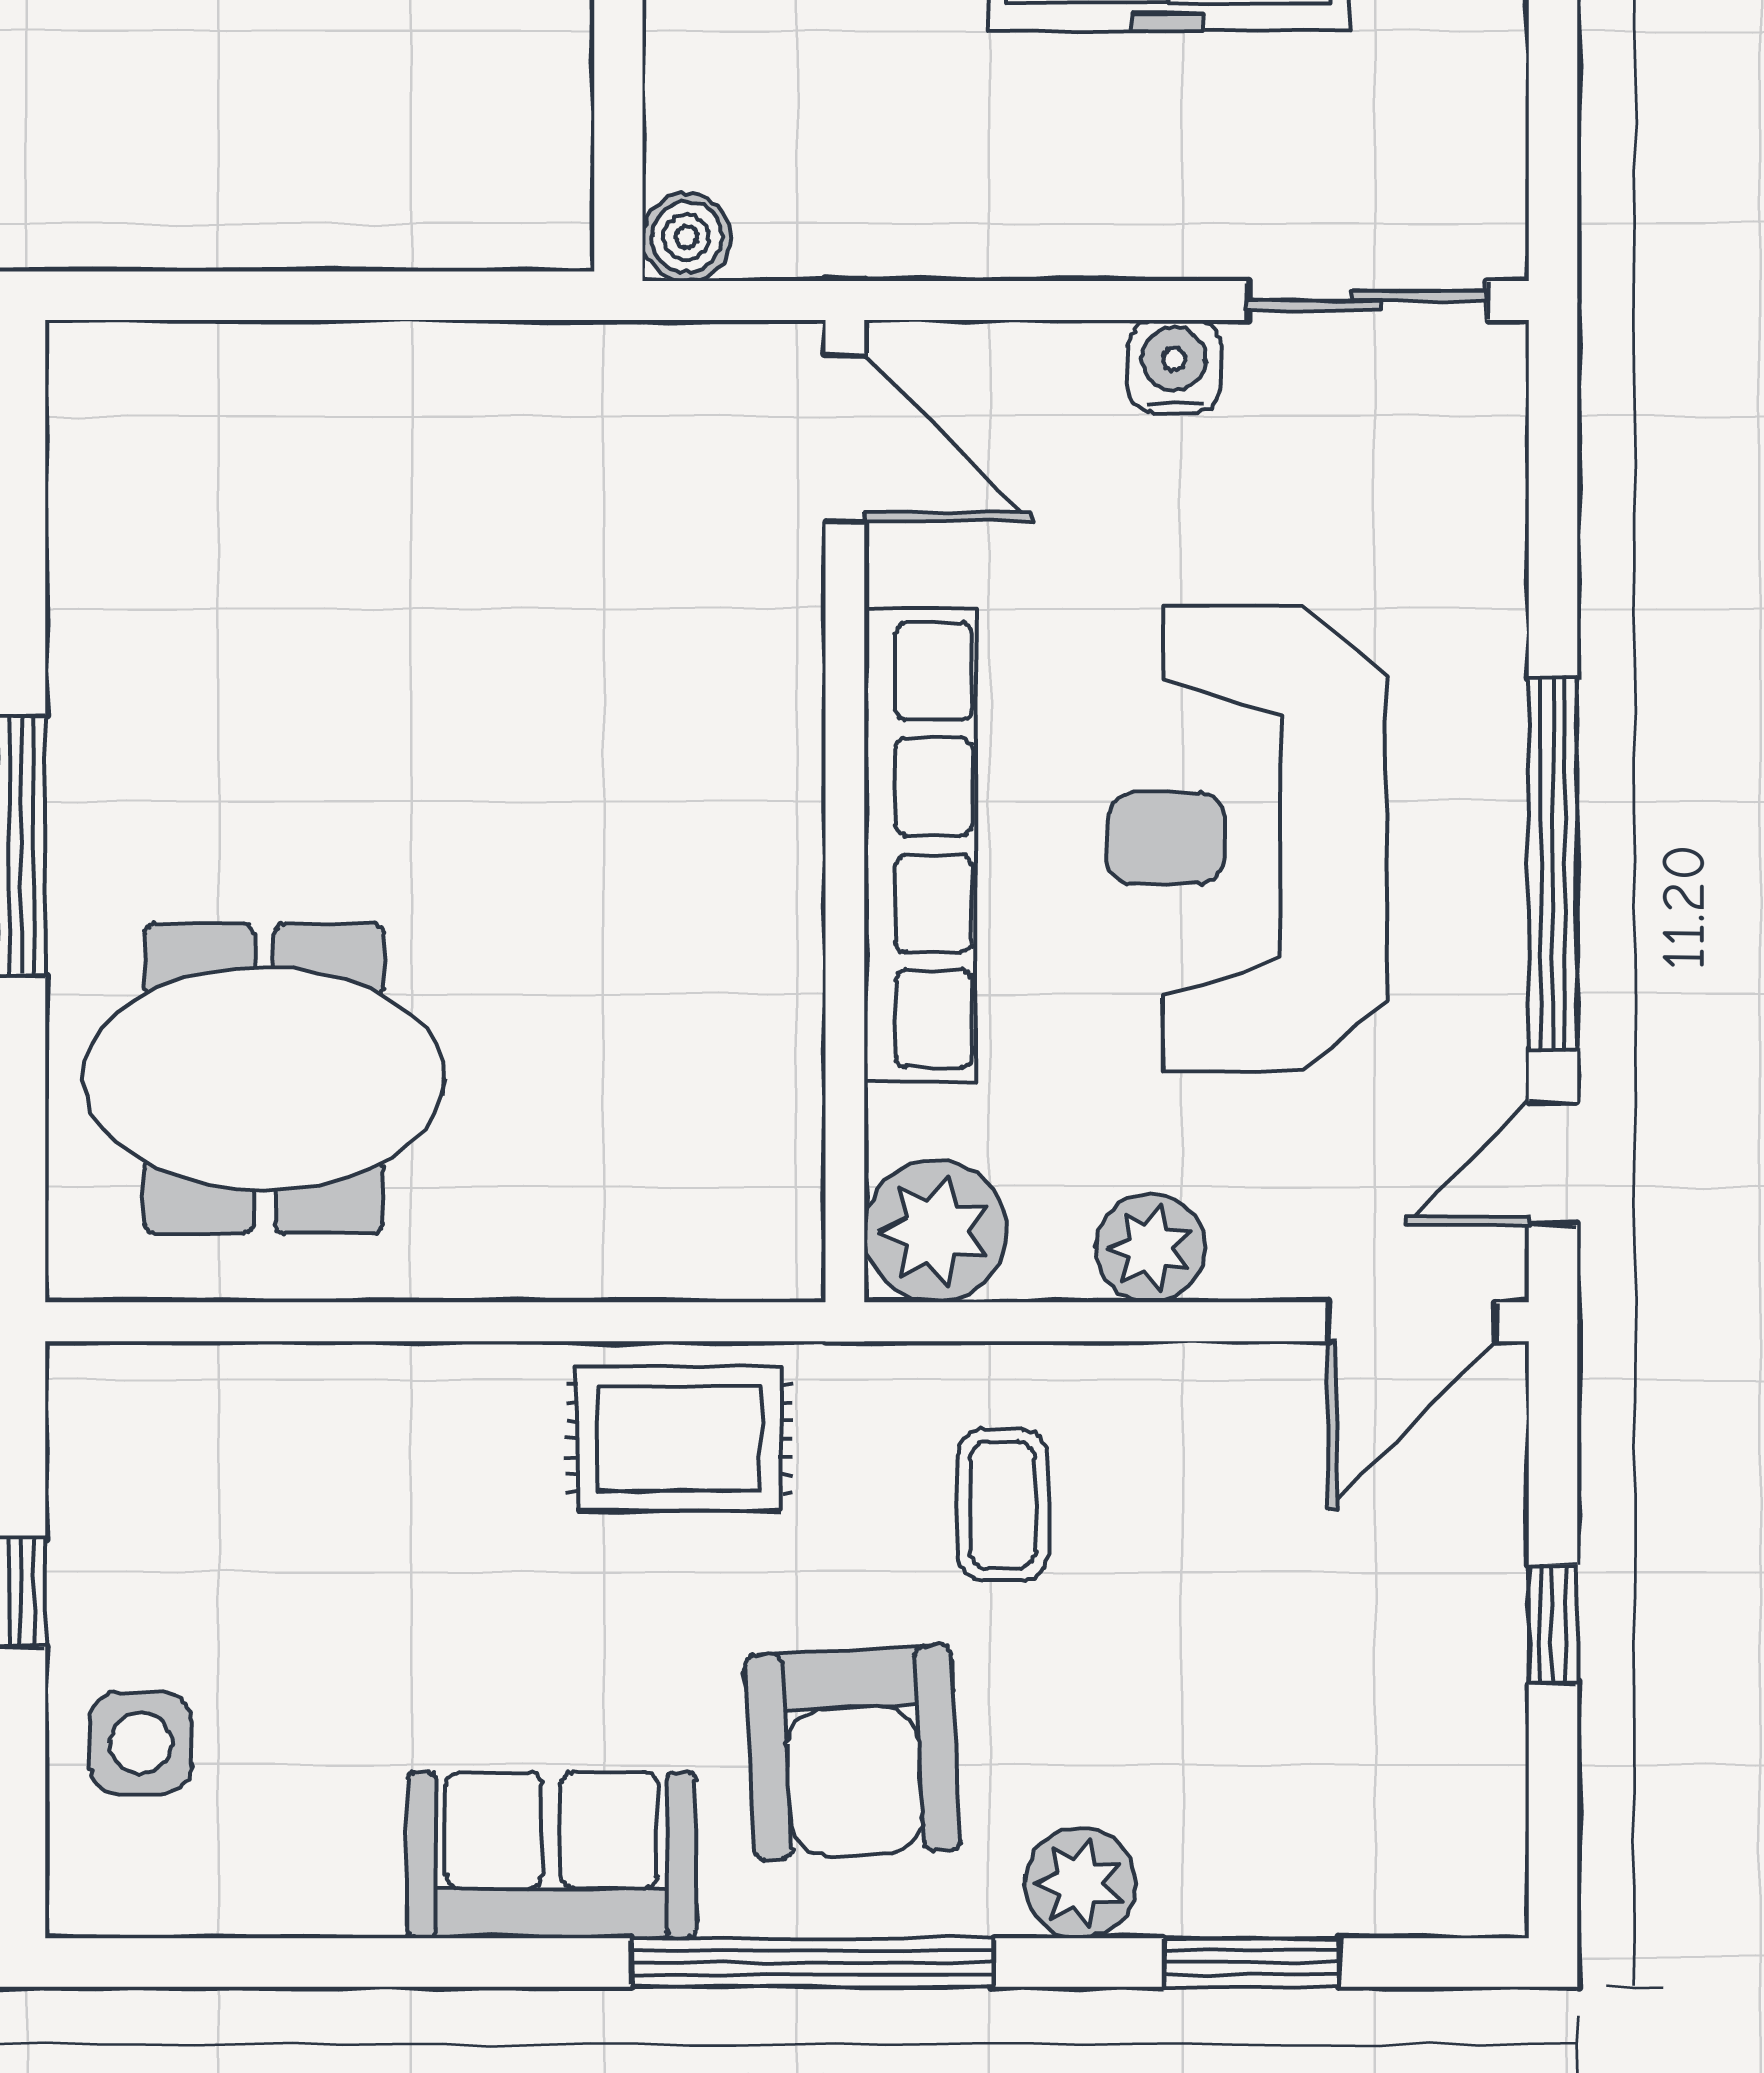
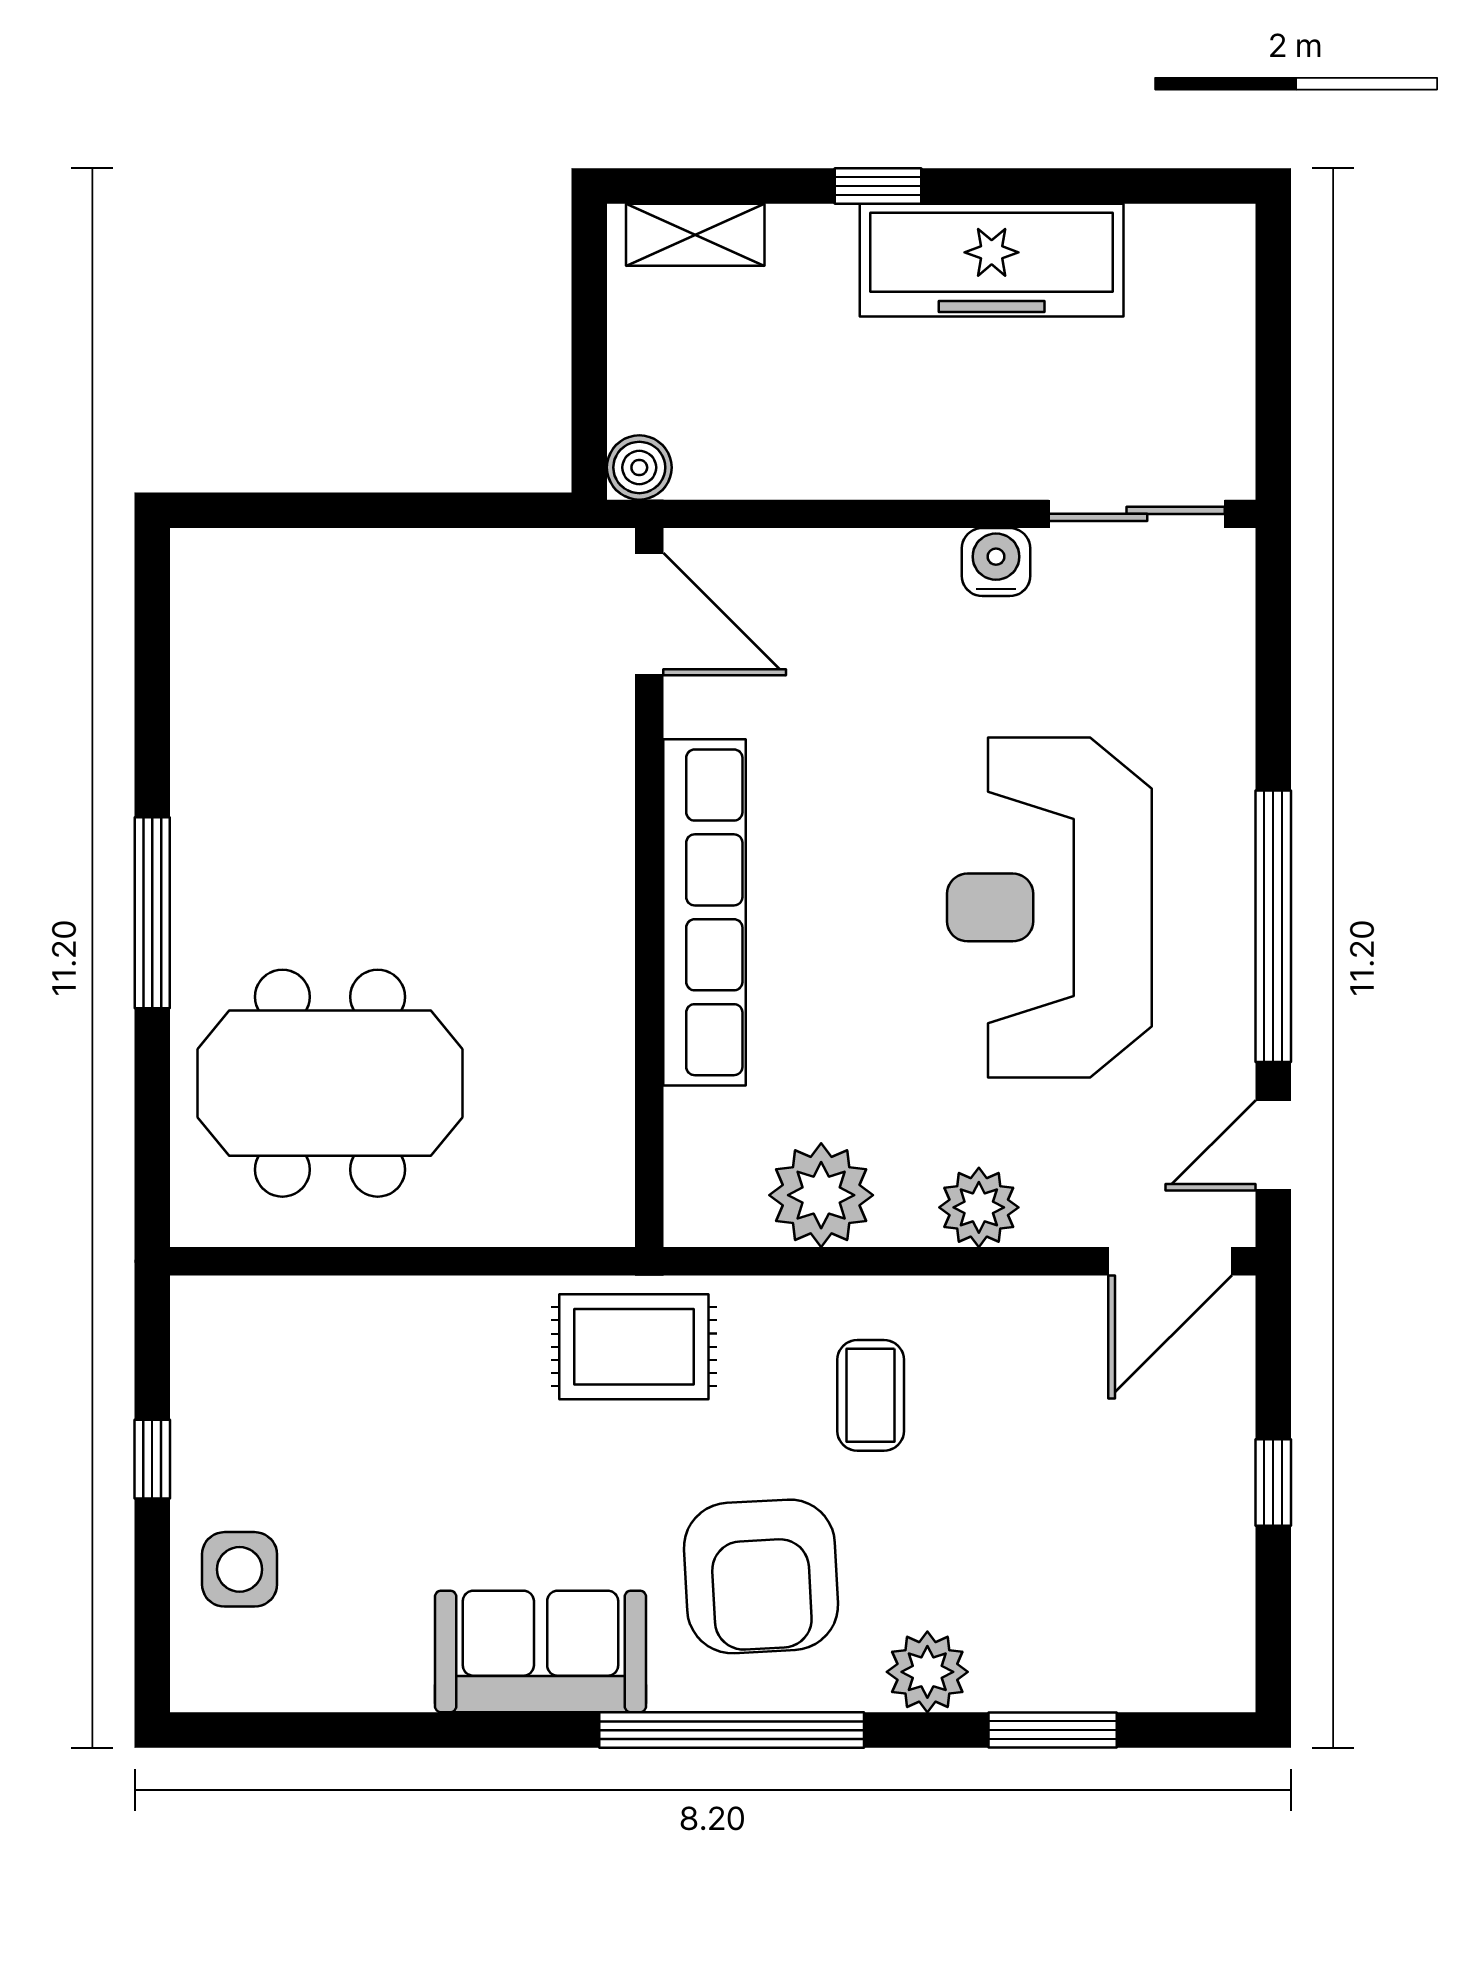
door: (845, 438) -> (649, 614), moved
wall: (845, 811) -> (649, 888), moved
row of seats: (920, 845) -> (704, 912), moved

